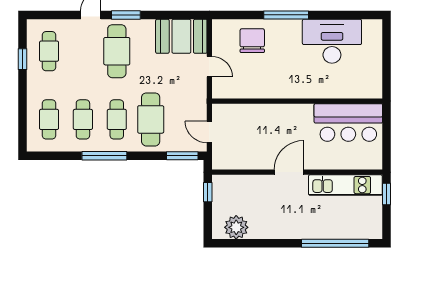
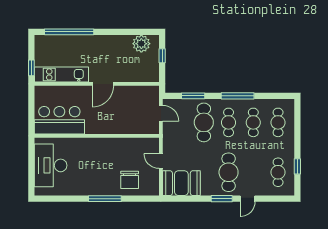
desk: (332, 41) -> (51, 165), moved, turned 90
window: (182, 156) -> (193, 96), moved
window: (208, 192) -> (162, 56), moved

